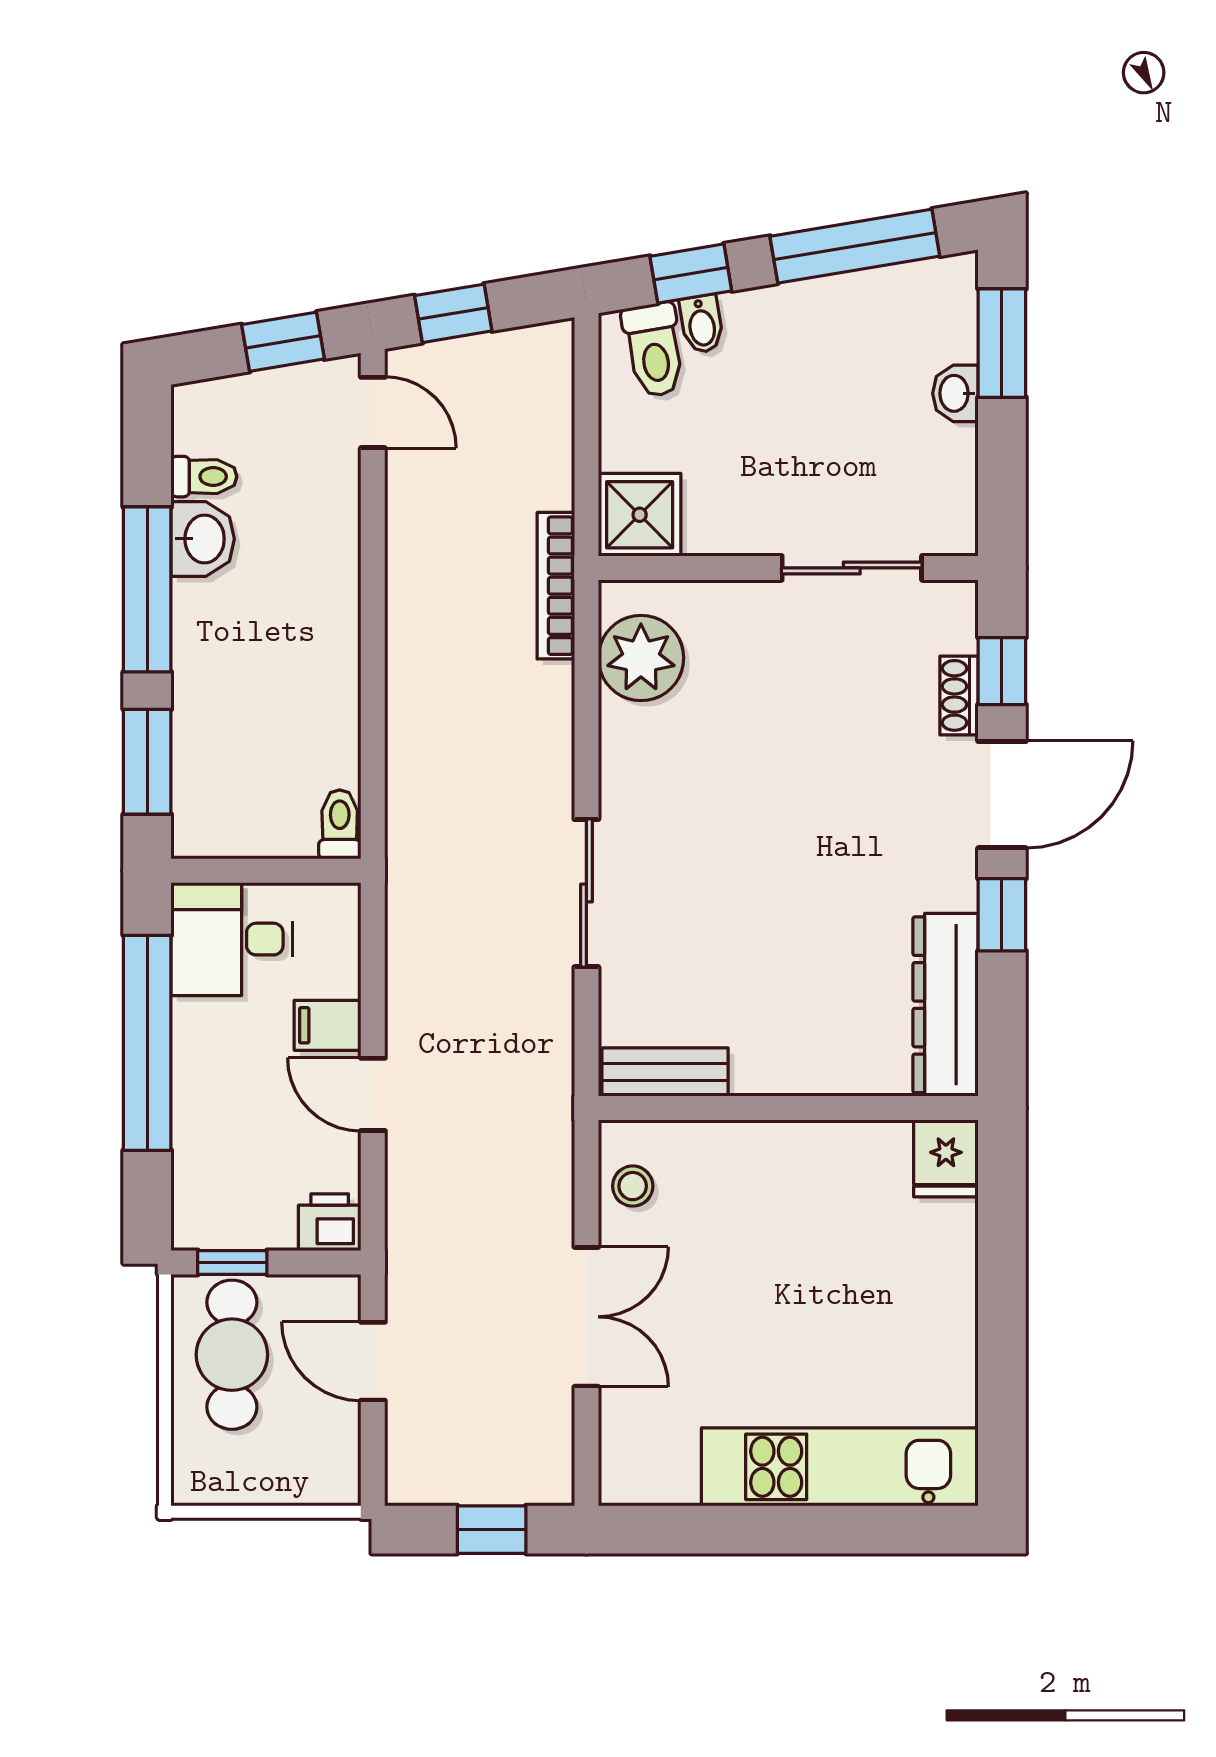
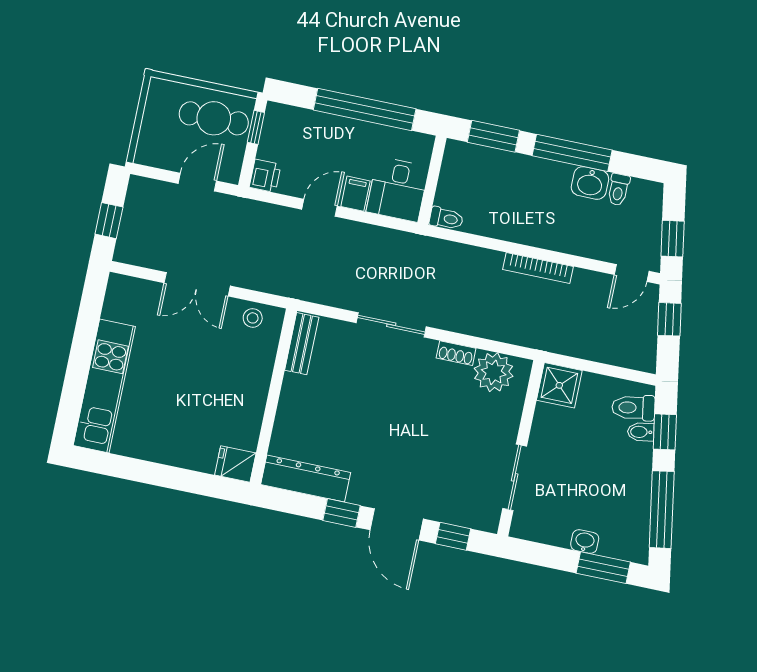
bookcase: (556, 586) -> (538, 268), moved, turned 180
shoe rack: (959, 695) -> (456, 353), moved, turned 180
desk: (232, 939) -> (398, 189), moved, turned 180

